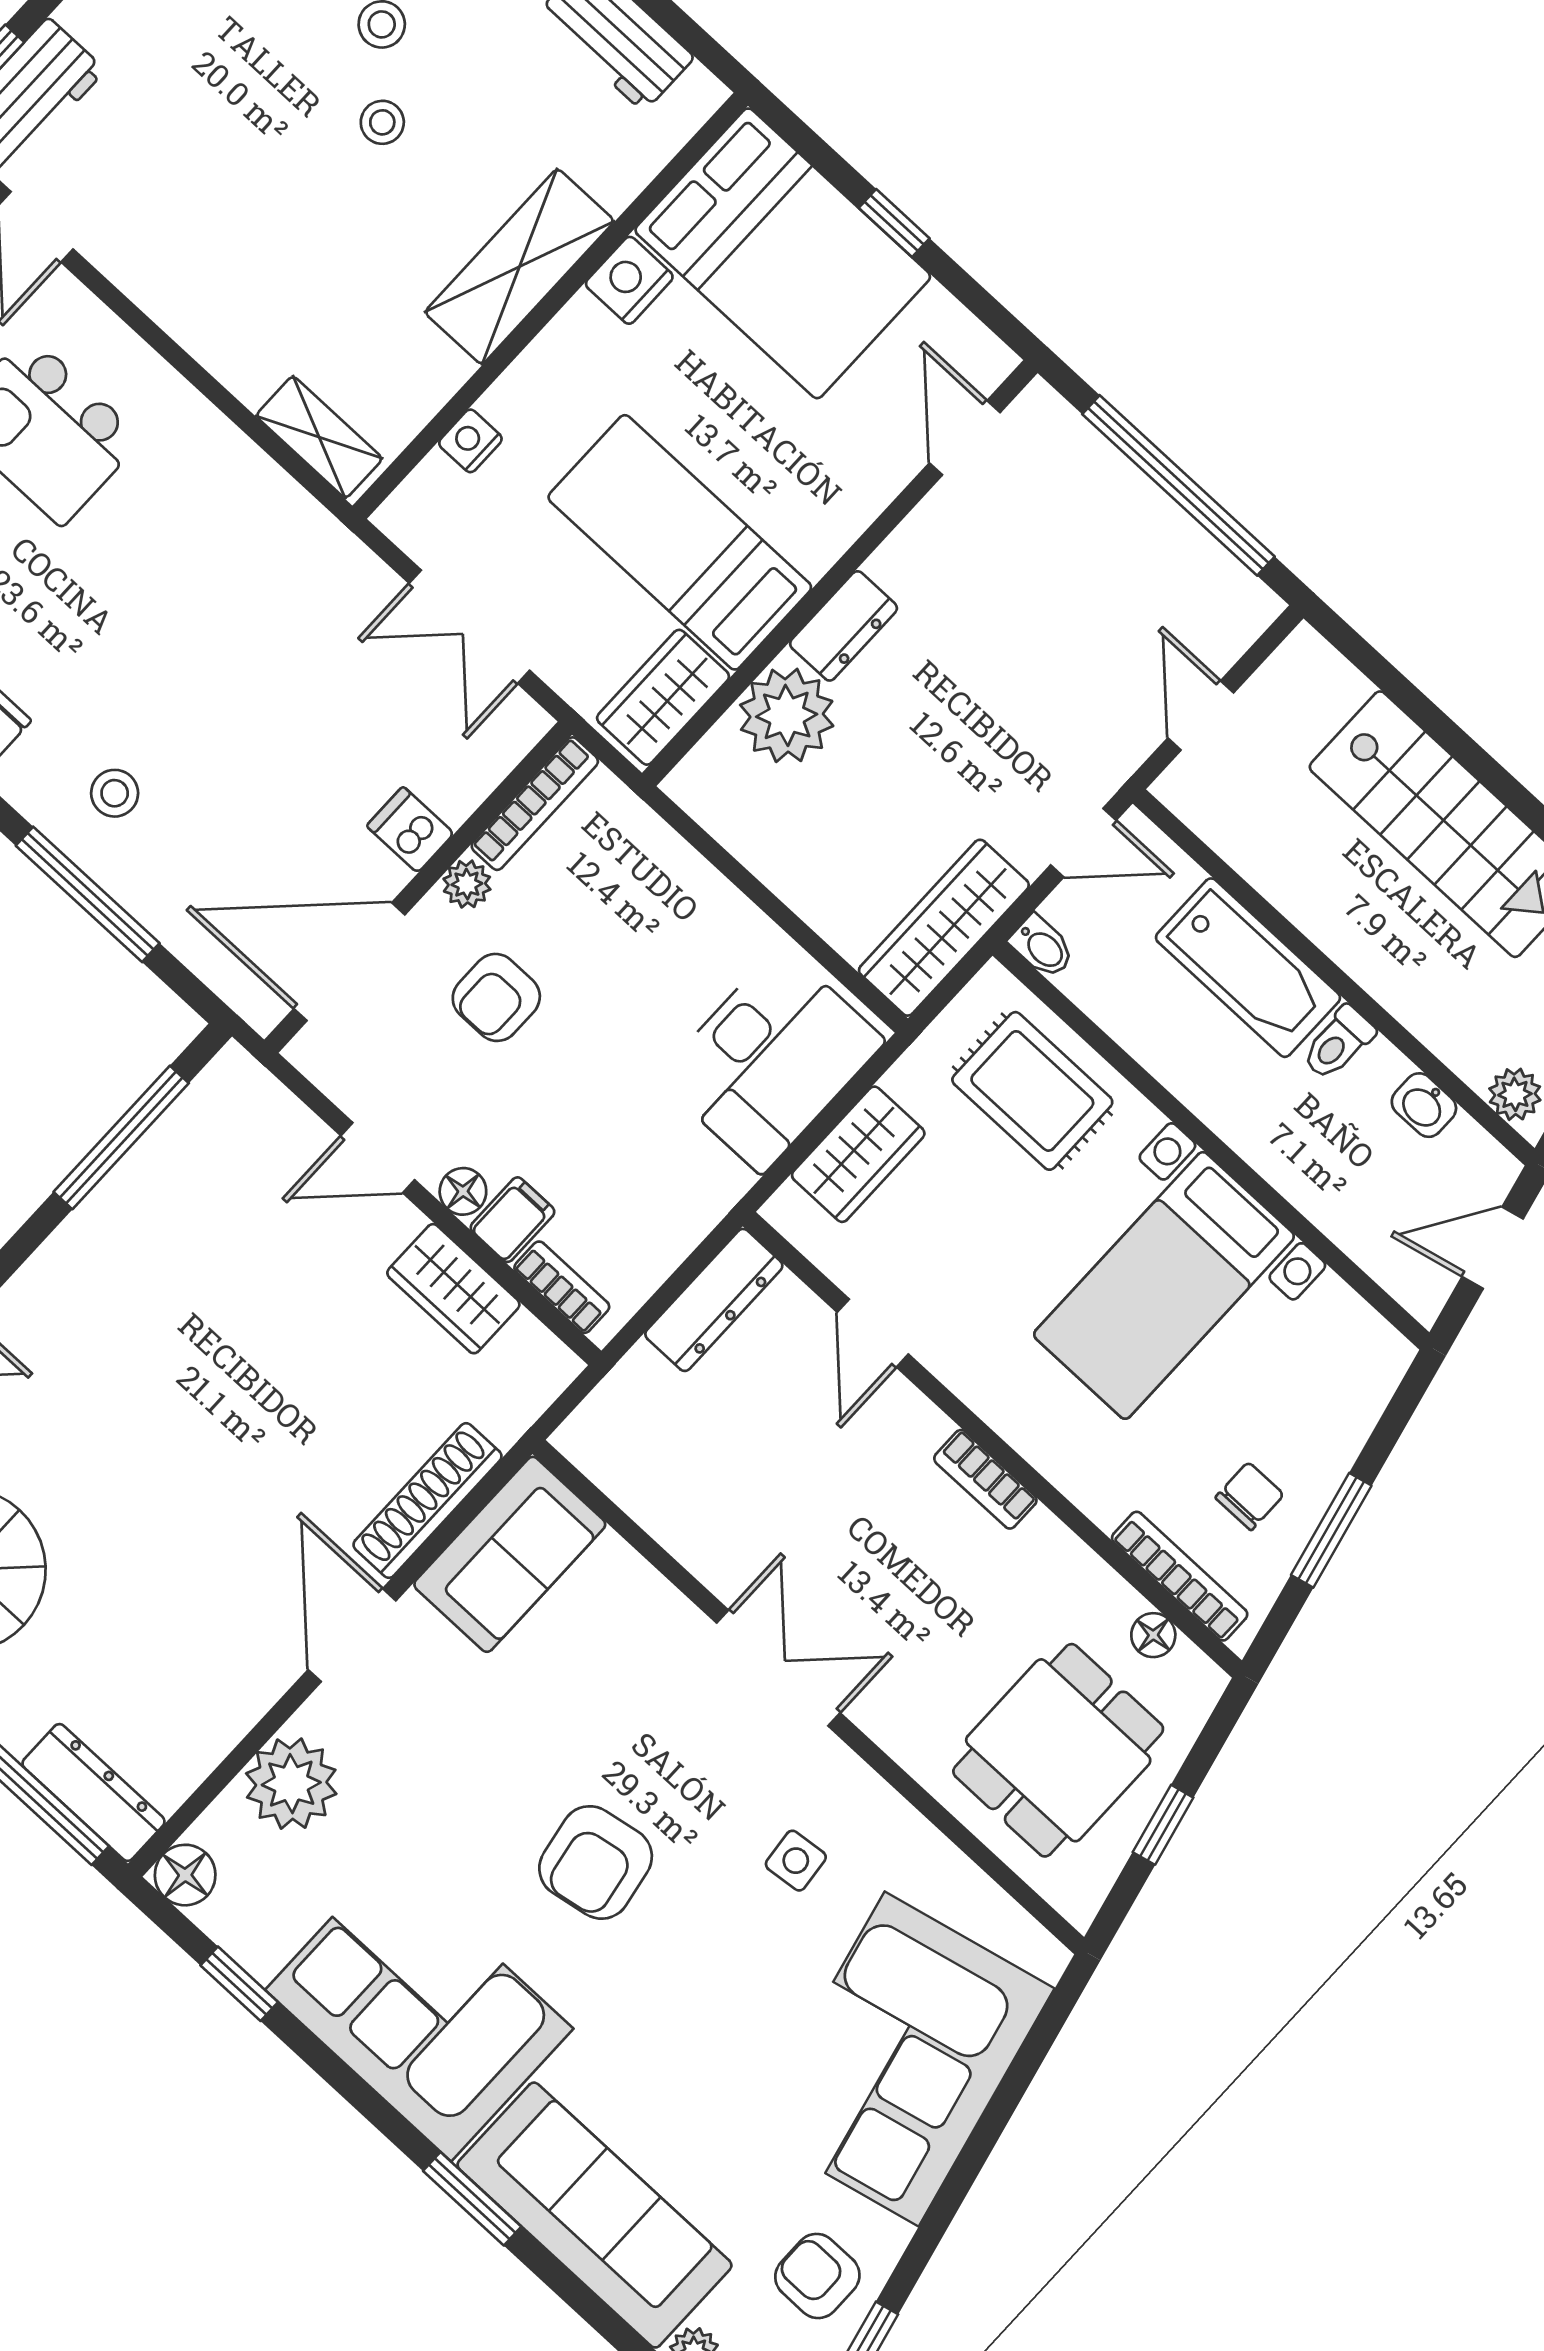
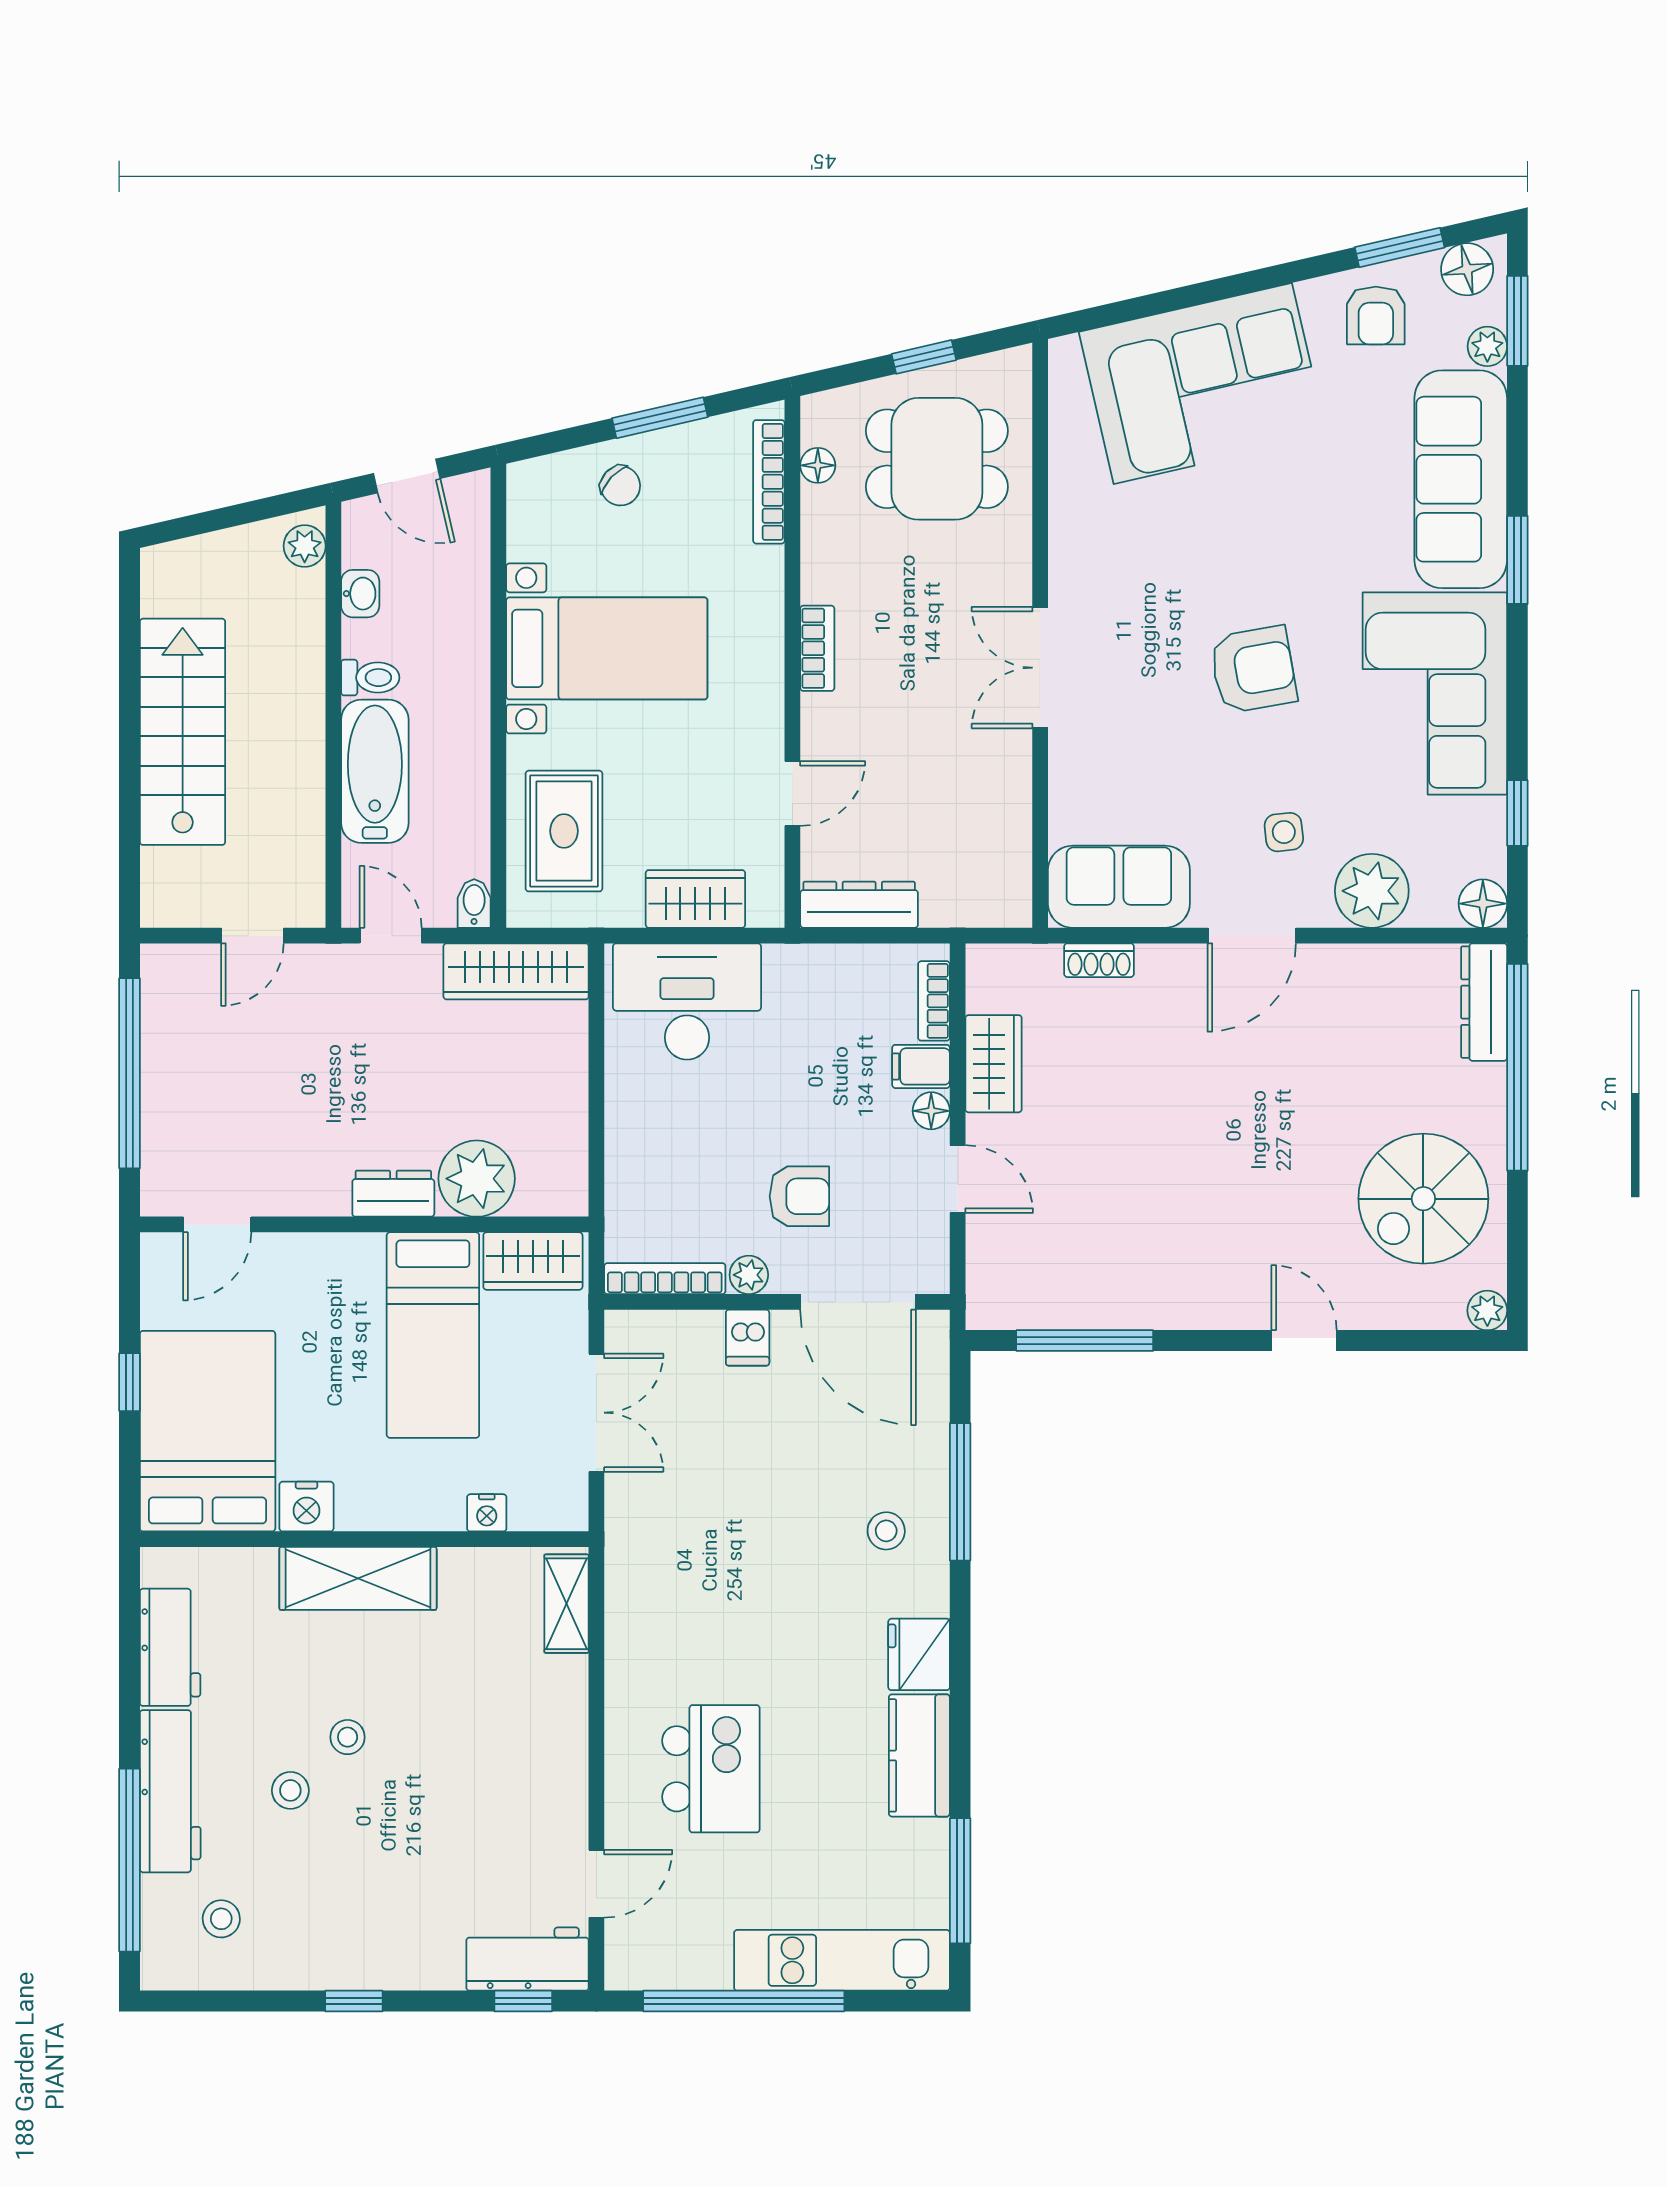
chair: (1250, 1496) -> (620, 486), moved, turned -137
shoe rack: (428, 1501) -> (1099, 960), width x0.51, depth x0.81
side table: (796, 1861) -> (1284, 832), moved

